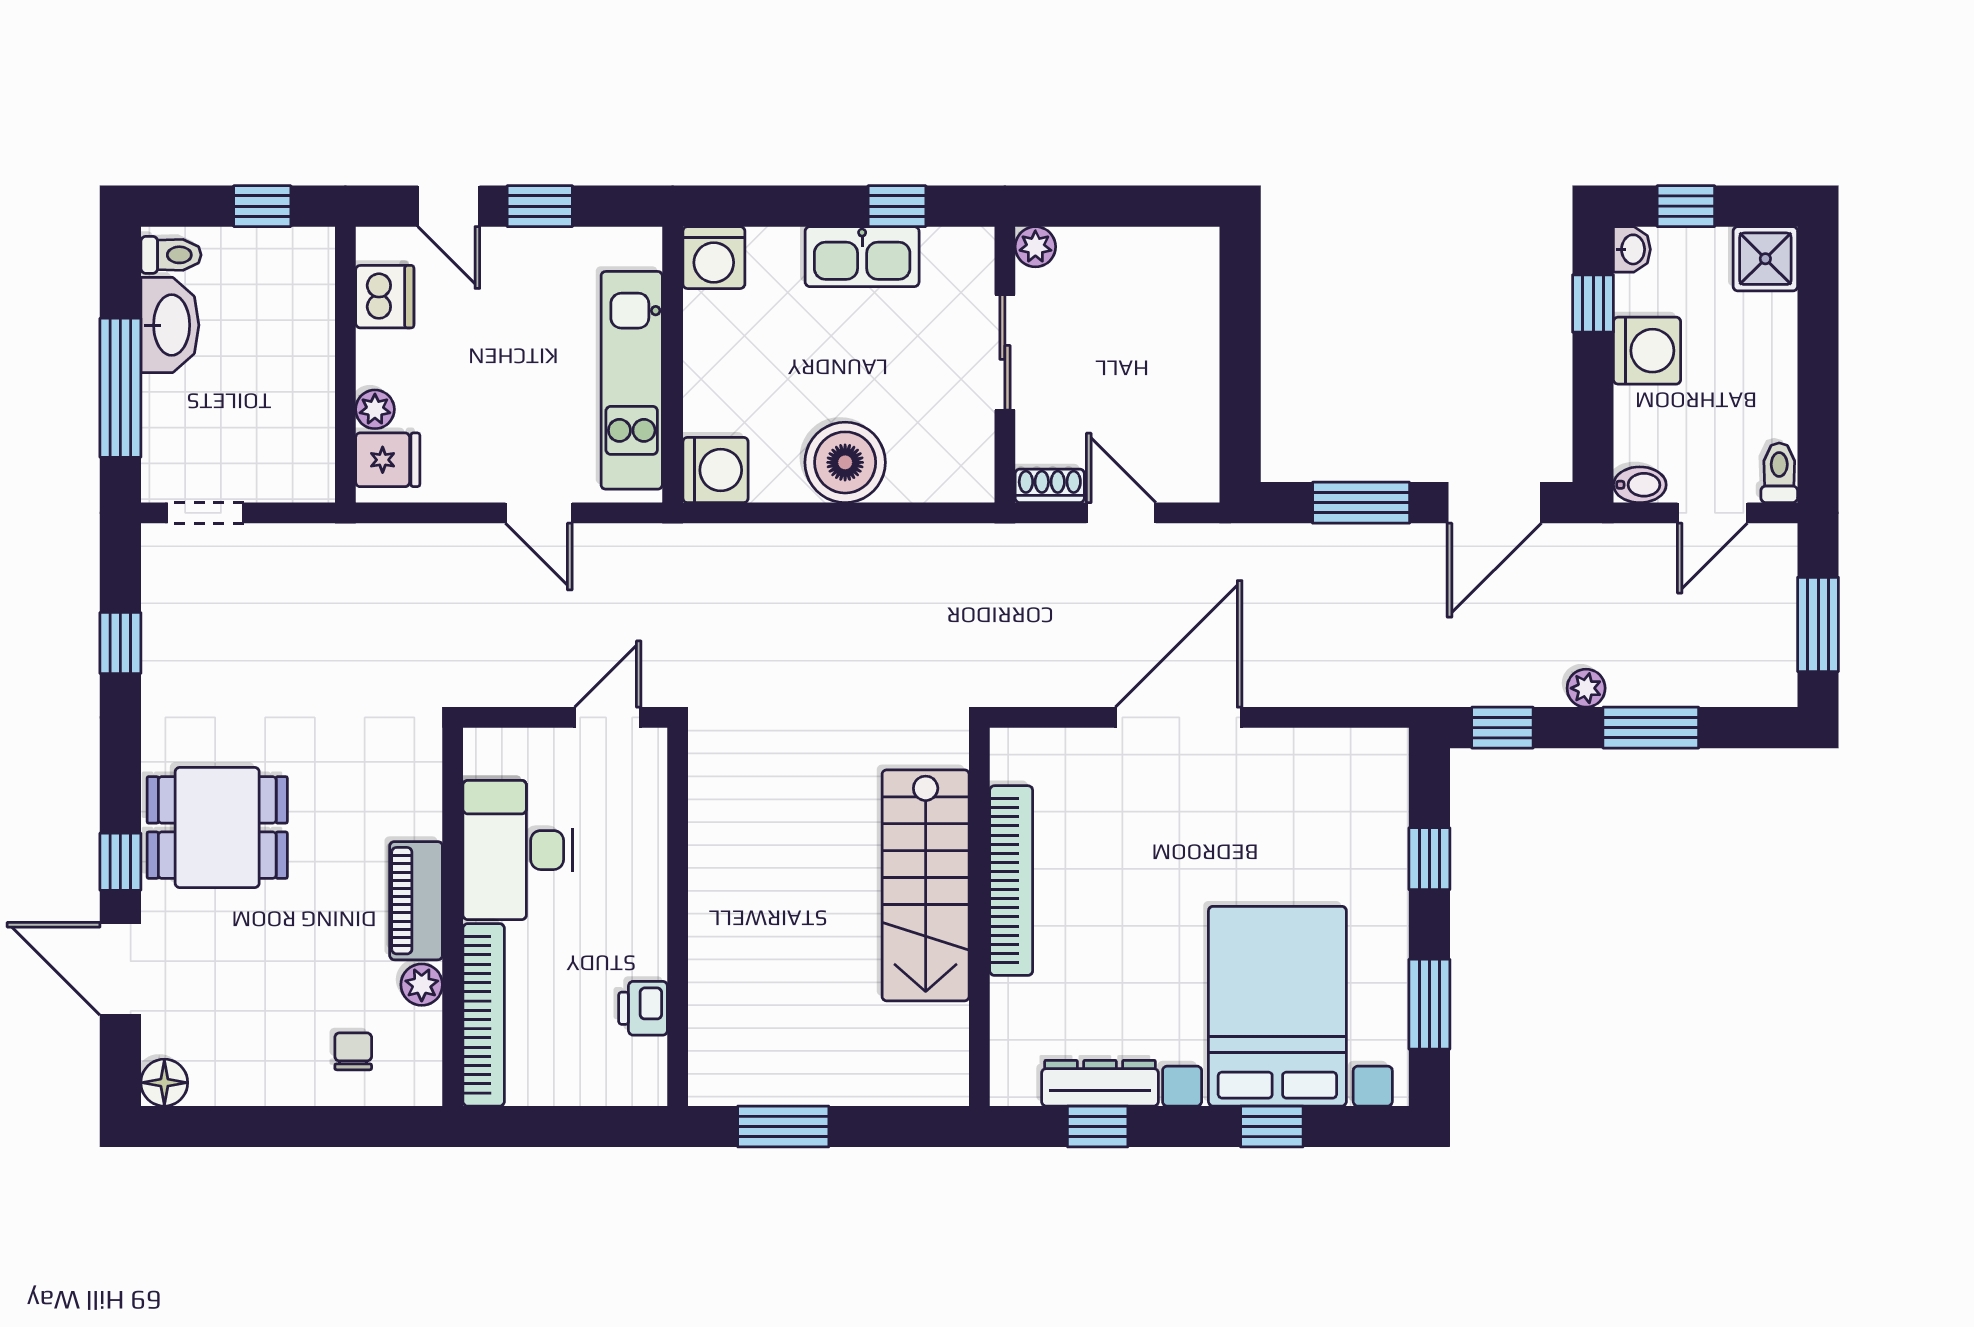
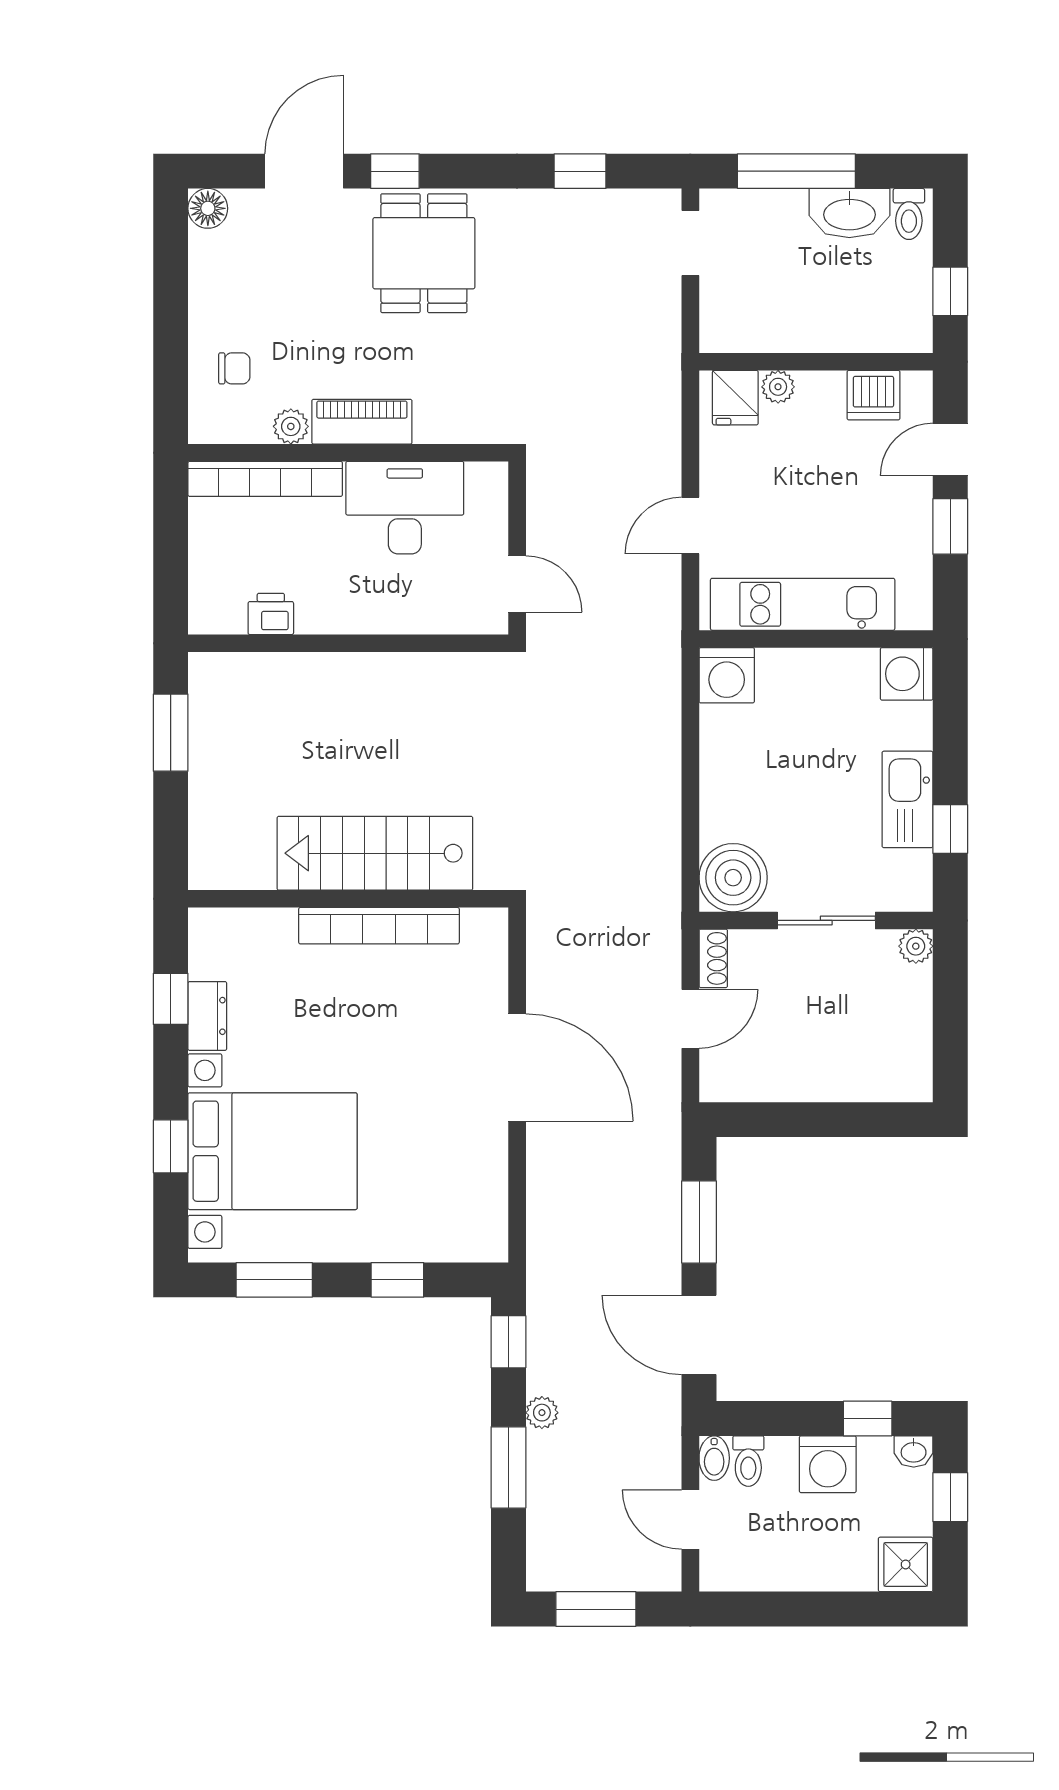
boiler: (845, 462) -> (733, 878), moved
toilet: (1779, 473) -> (748, 1461), moved, turned 90
dresser: (1100, 1083) -> (207, 1016), width x0.70

